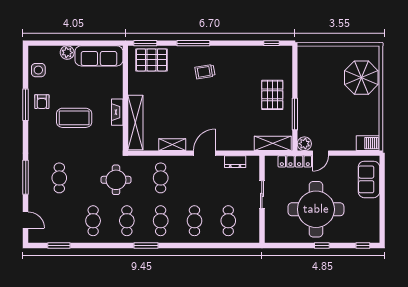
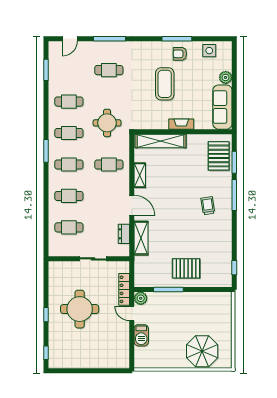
window: (145, 43) -> (234, 162), moved
fireplace: (117, 112) -> (181, 124), moved
shelving: (273, 143) -> (141, 238), moved
barbecue: (368, 143) -> (141, 335), moved
sofa: (369, 179) -> (107, 358), removed
round table: (316, 209) -> (80, 309), width x0.73, depth x0.73

